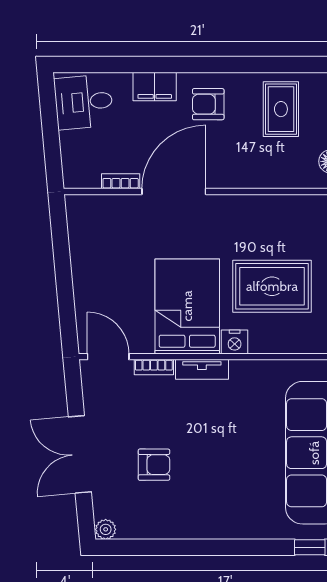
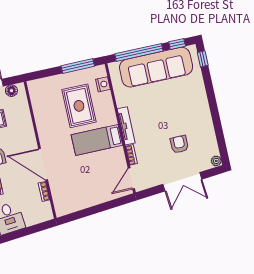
bed: (187, 306) -> (97, 140), width x0.67
nightstand: (235, 342) -> (103, 84), moved
tv unit: (202, 369) -> (126, 126), width x1.41

